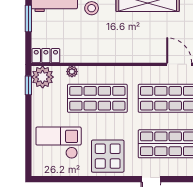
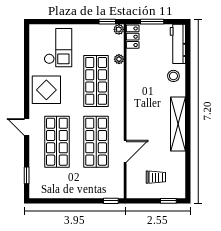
window: (28, 19) -> (152, 22), moved
plant: (43, 77) -> (119, 29), width x0.53, depth x0.53

